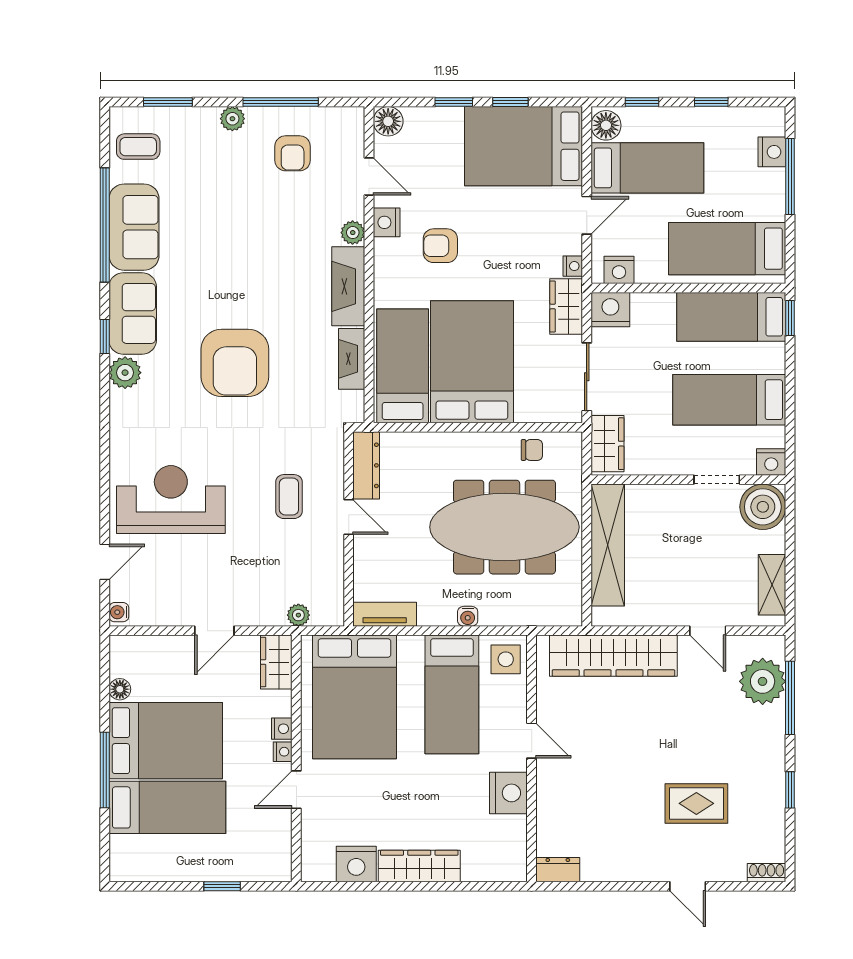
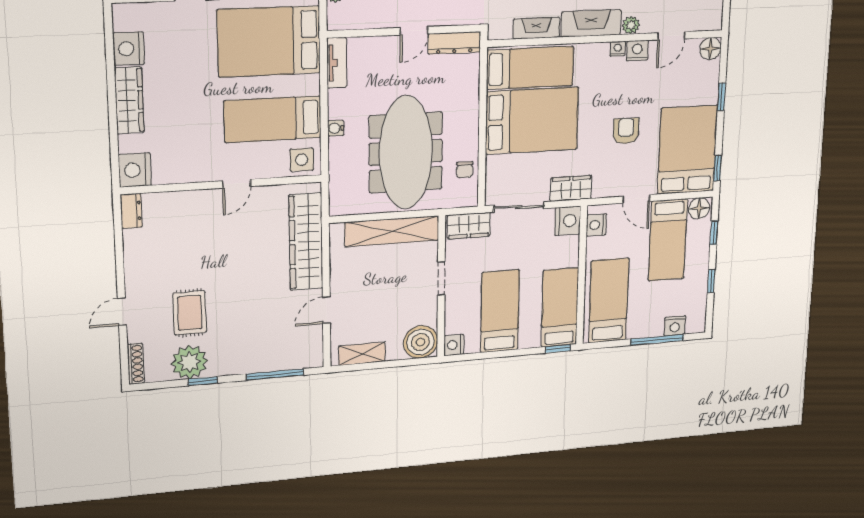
window: (510, 102) -> (717, 168), moved
armchair: (440, 246) -> (626, 131), moved
nightstand: (573, 266) -> (618, 49), moved, turned 180
doorway: (717, 480) -> (441, 279), moved
plant: (763, 681) -> (189, 362), moved
nightstand: (508, 793) -> (135, 170), moved, turned 90
shoe rack: (767, 873) -> (136, 364), width x1.43

